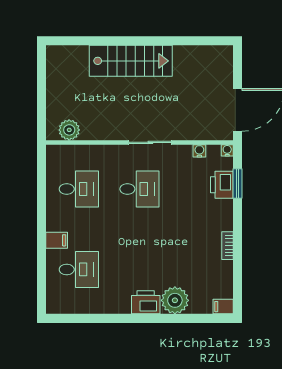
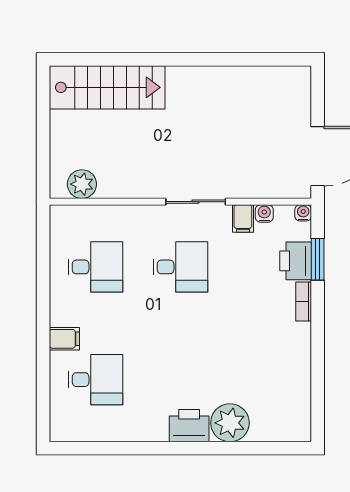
stairs: (131, 61) -> (107, 87), moved
bookcase: (227, 246) -> (304, 301), moved
filing cabinet: (223, 307) -> (243, 218), moved, turned -90

